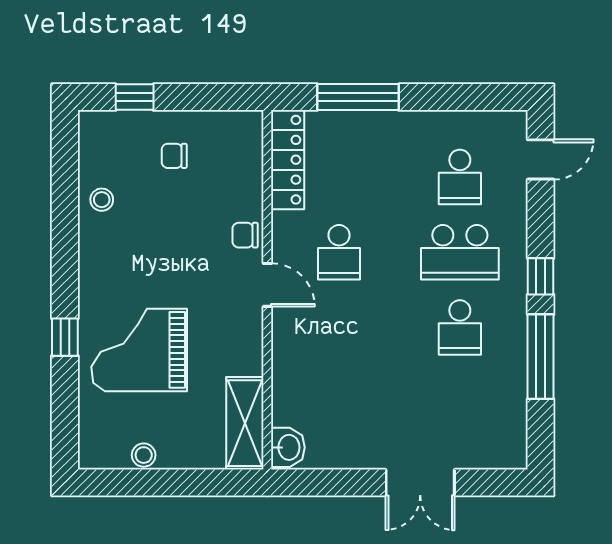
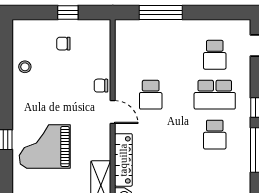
window: (135, 97) -> (68, 12), moved
locker: (288, 160) -> (123, 160), moved

